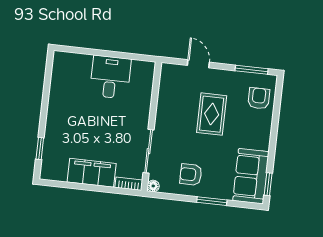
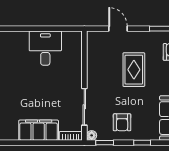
armchair: (191, 175) -> (122, 122), turned -90
window: (168, 196) -> (105, 143), added
window: (212, 201) -> (142, 143), width x0.67

